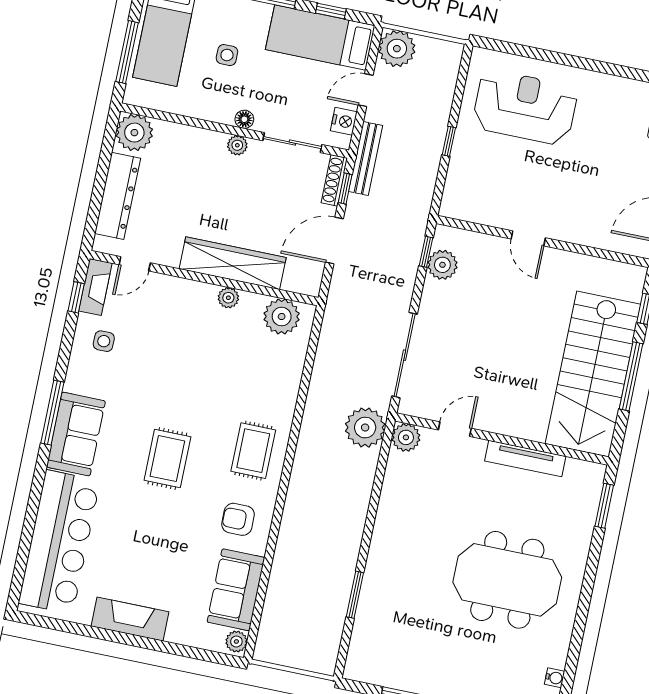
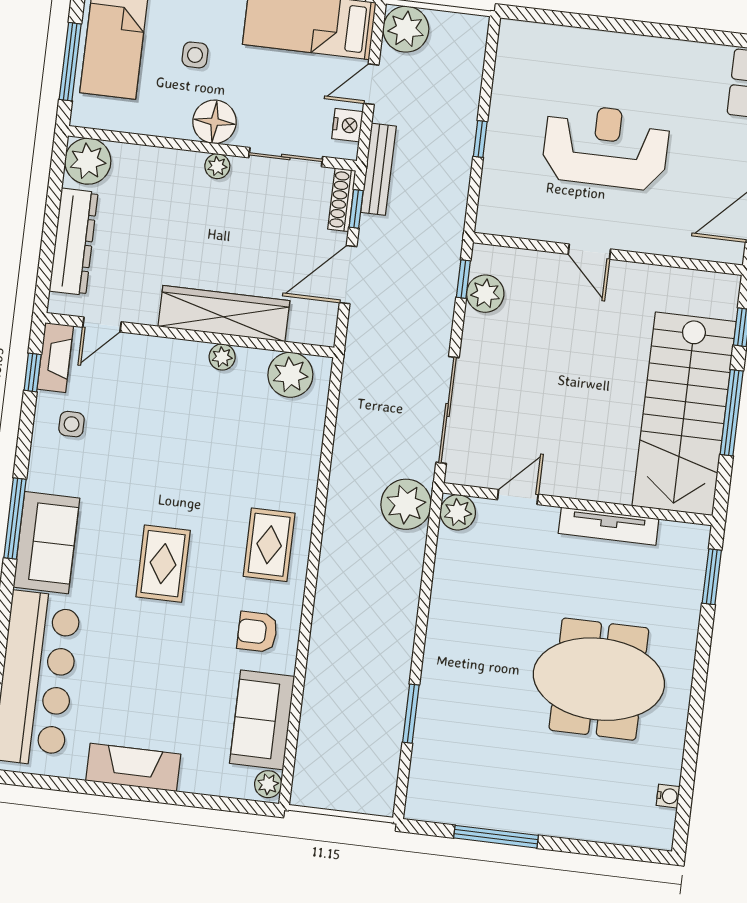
reception desk: (525, 107) -> (606, 147), moved
floor lamp: (244, 119) -> (214, 122), width x1.89, depth x1.89

